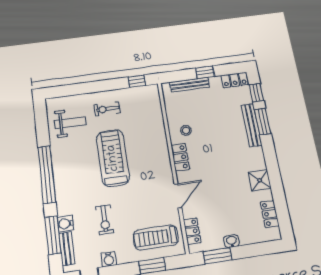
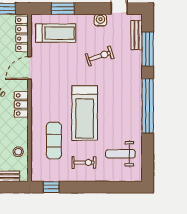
exercise mat: (141, 126) -> (54, 141), added
stool: (186, 130) -> (18, 152), moved
exercise bike: (105, 220) -> (100, 56), turned 72
water cooler: (65, 224) -> (135, 58), removed
locker: (192, 231) -> (22, 34), width x1.53

